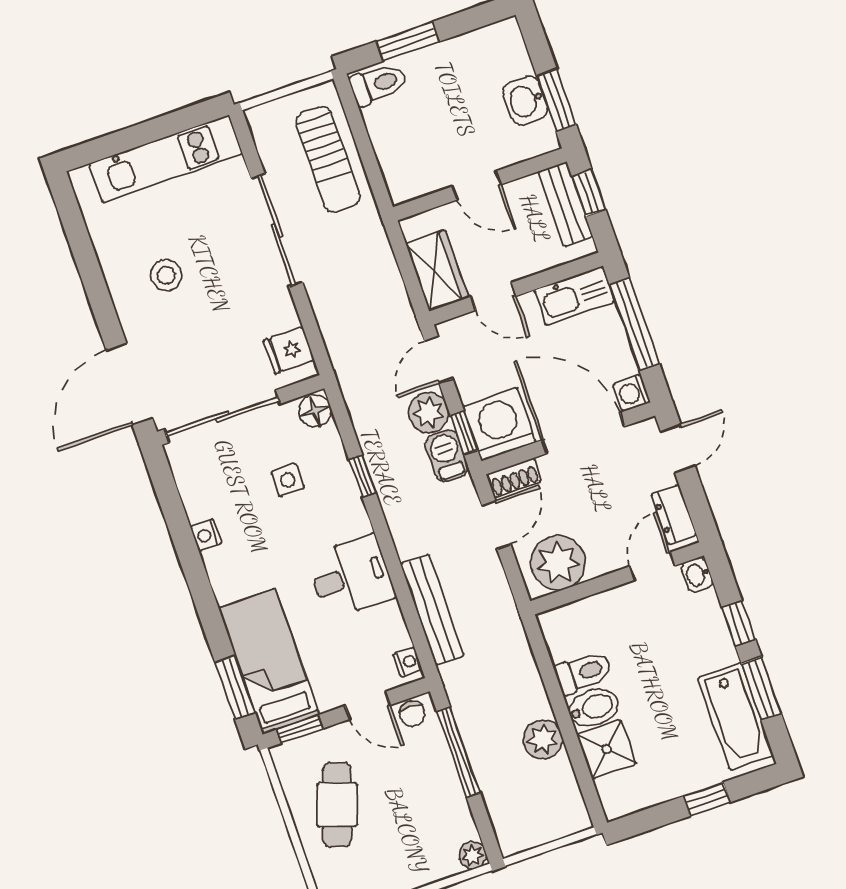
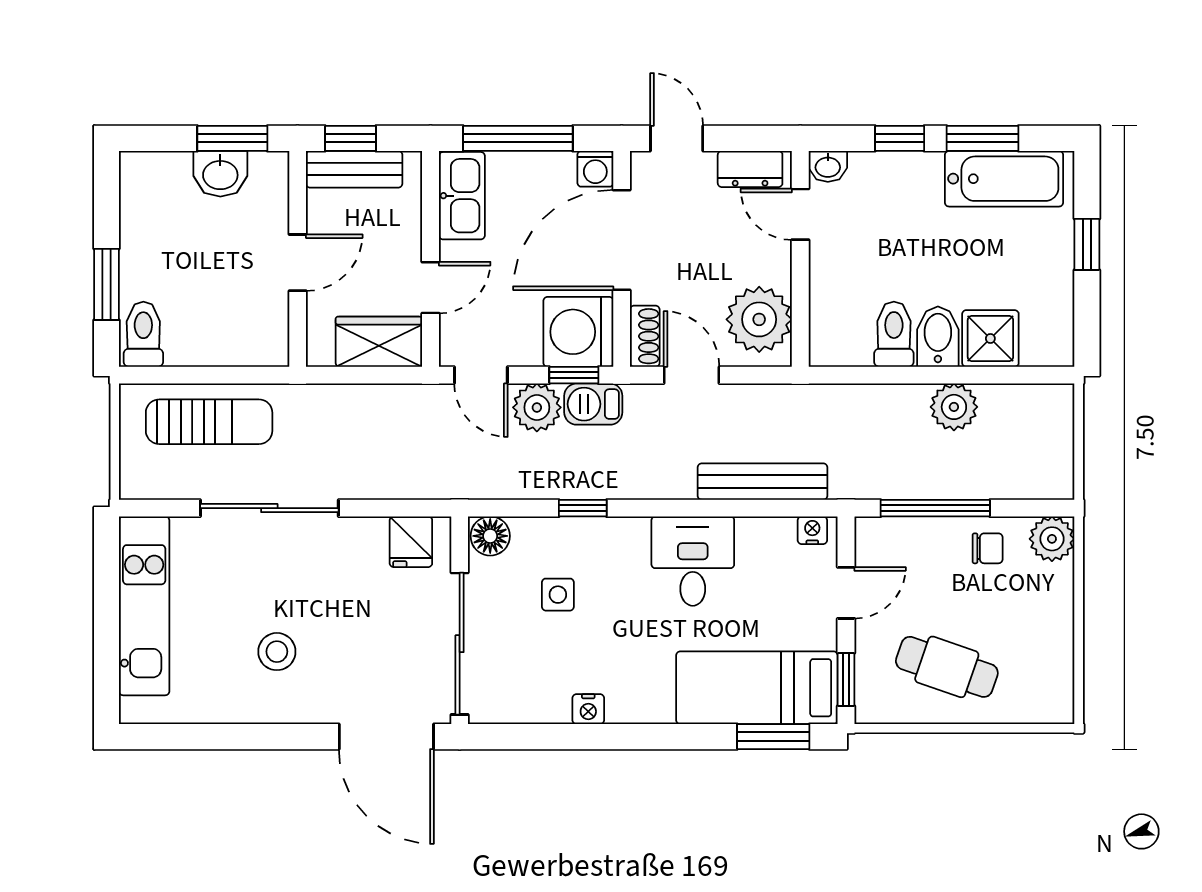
chair: (412, 714) -> (988, 548), moved
plant: (473, 855) -> (1052, 539), width x1.38, depth x1.38

